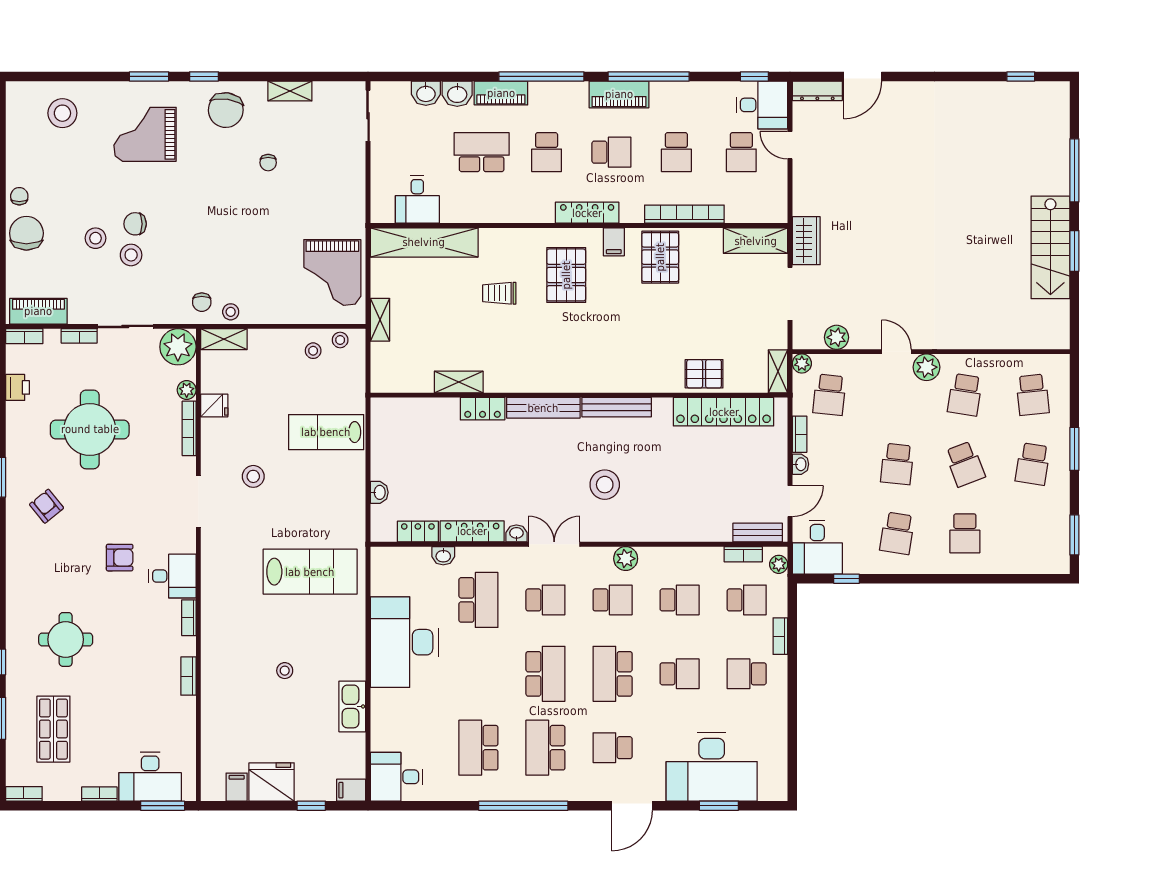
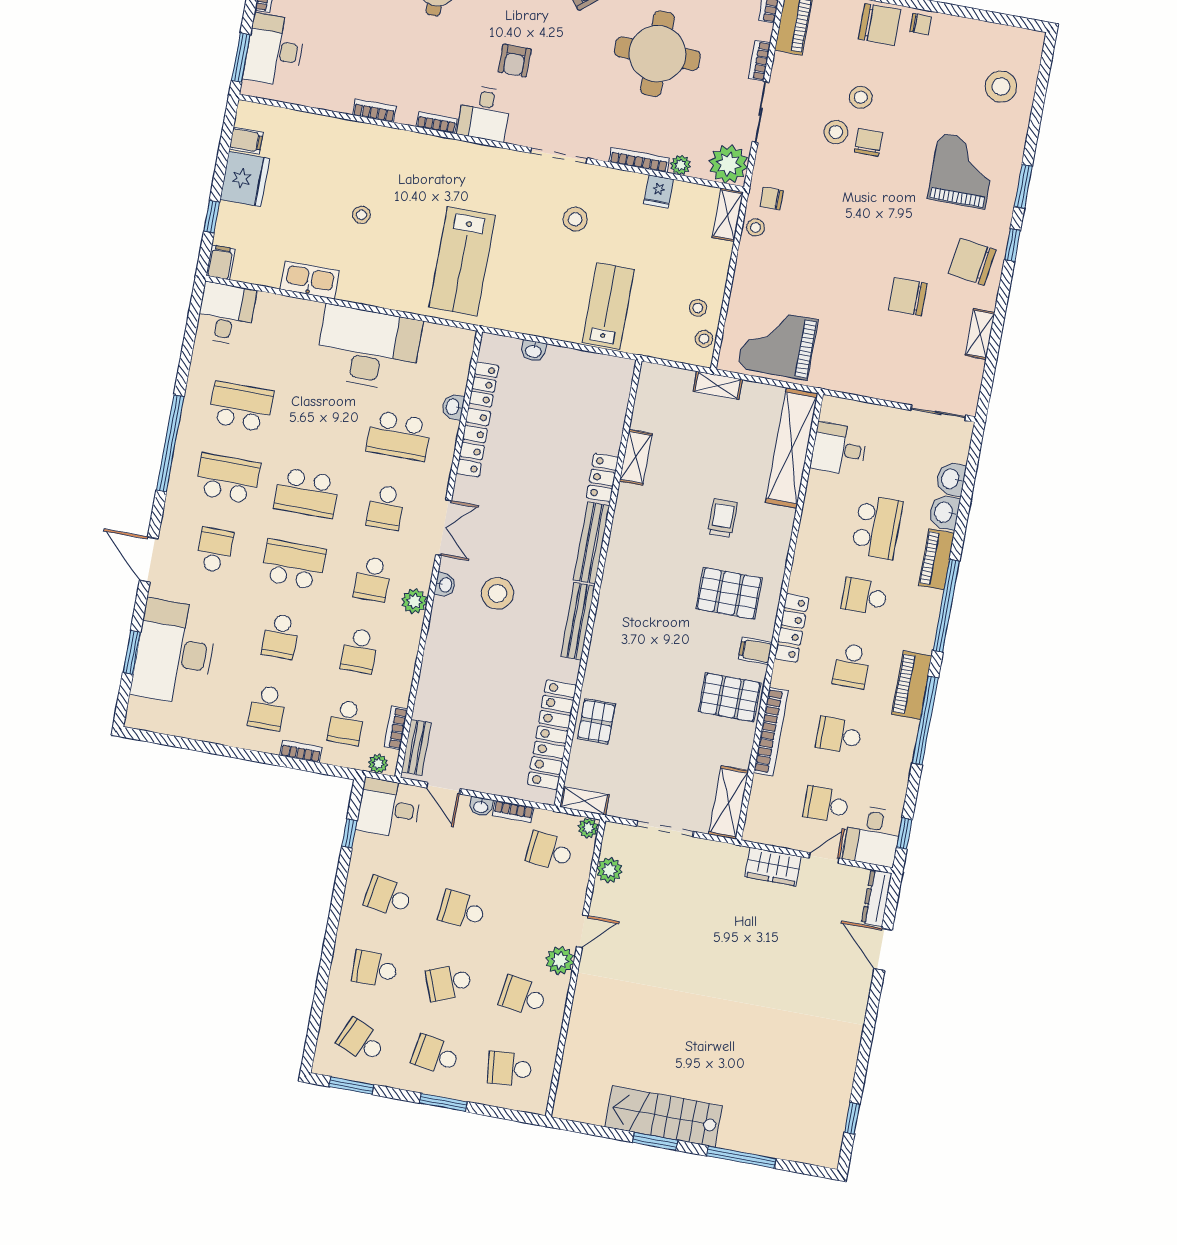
chair: (268, 163) -> (908, 297), width x1.87, depth x1.87
wardrobe: (806, 241) -> (773, 867), moved
washbasin: (516, 533) -> (445, 585), moved
school desk: (1033, 533) -> (361, 1041), added
school desk: (747, 674) -> (267, 708), turned 180

